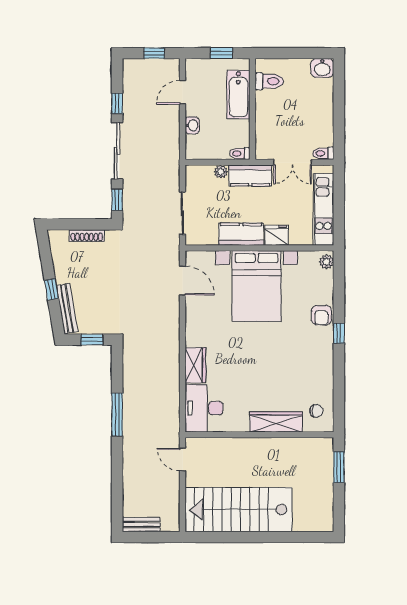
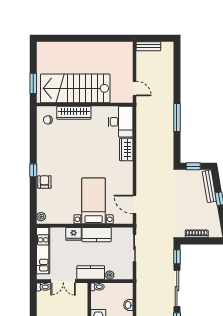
double door: (293, 162) -> (63, 281), swing flipped
bed with nightstands: (257, 286) -> (94, 201), width x0.73
stairs: (239, 510) -> (75, 88), moved, turned 180
bench: (141, 525) -> (148, 46), moved

